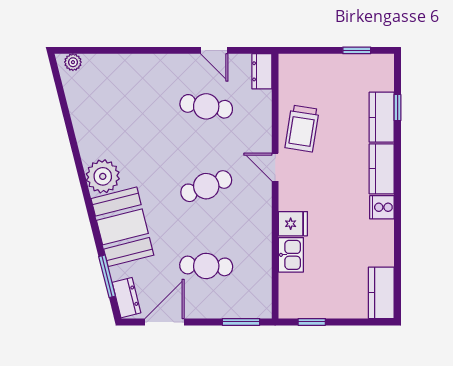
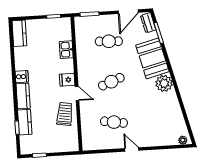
door: (214, 50) -> (132, 149), moved
dresser: (262, 71) -> (87, 142), removed
fridge: (293, 224) -> (67, 80), moved

